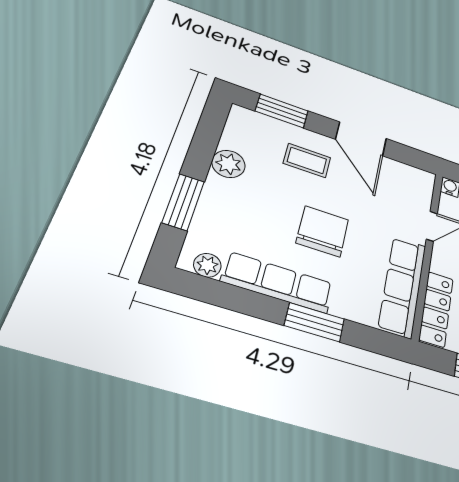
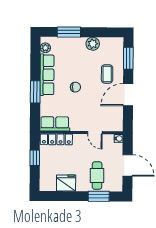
chair: (322, 231) -> (75, 87), width x0.54, depth x0.54
row of seats: (402, 286) -> (55, 124), width x0.68

